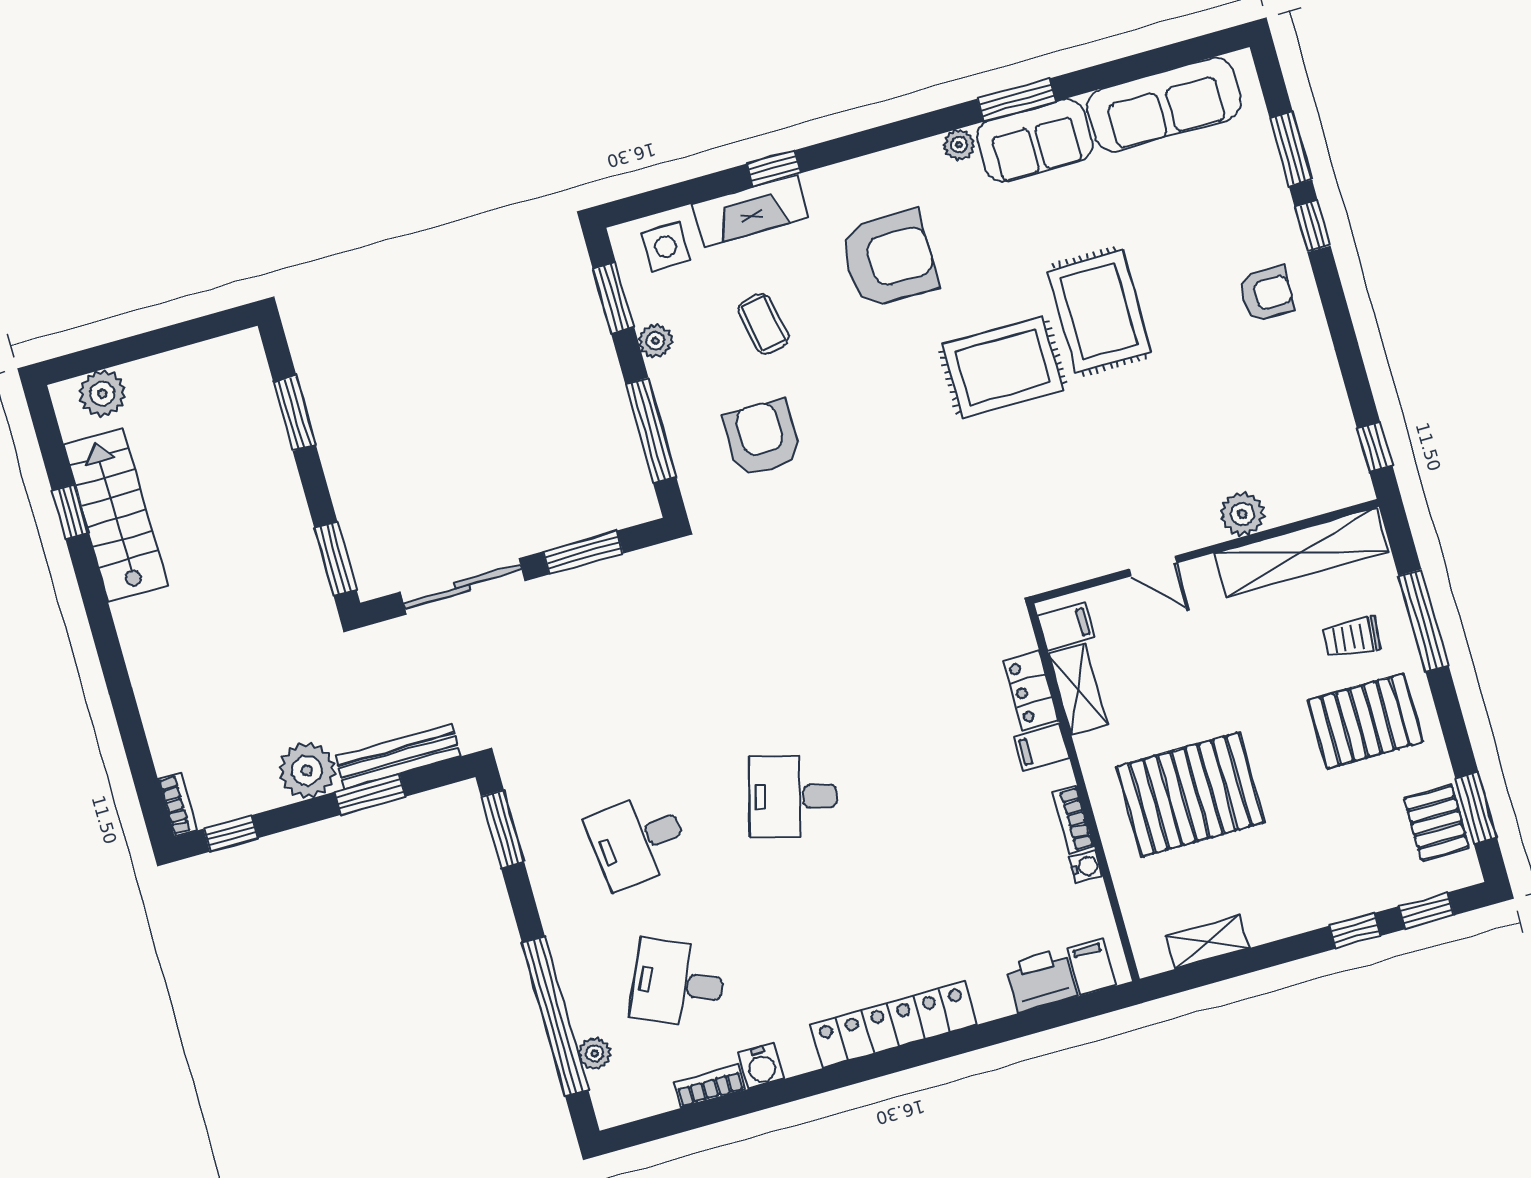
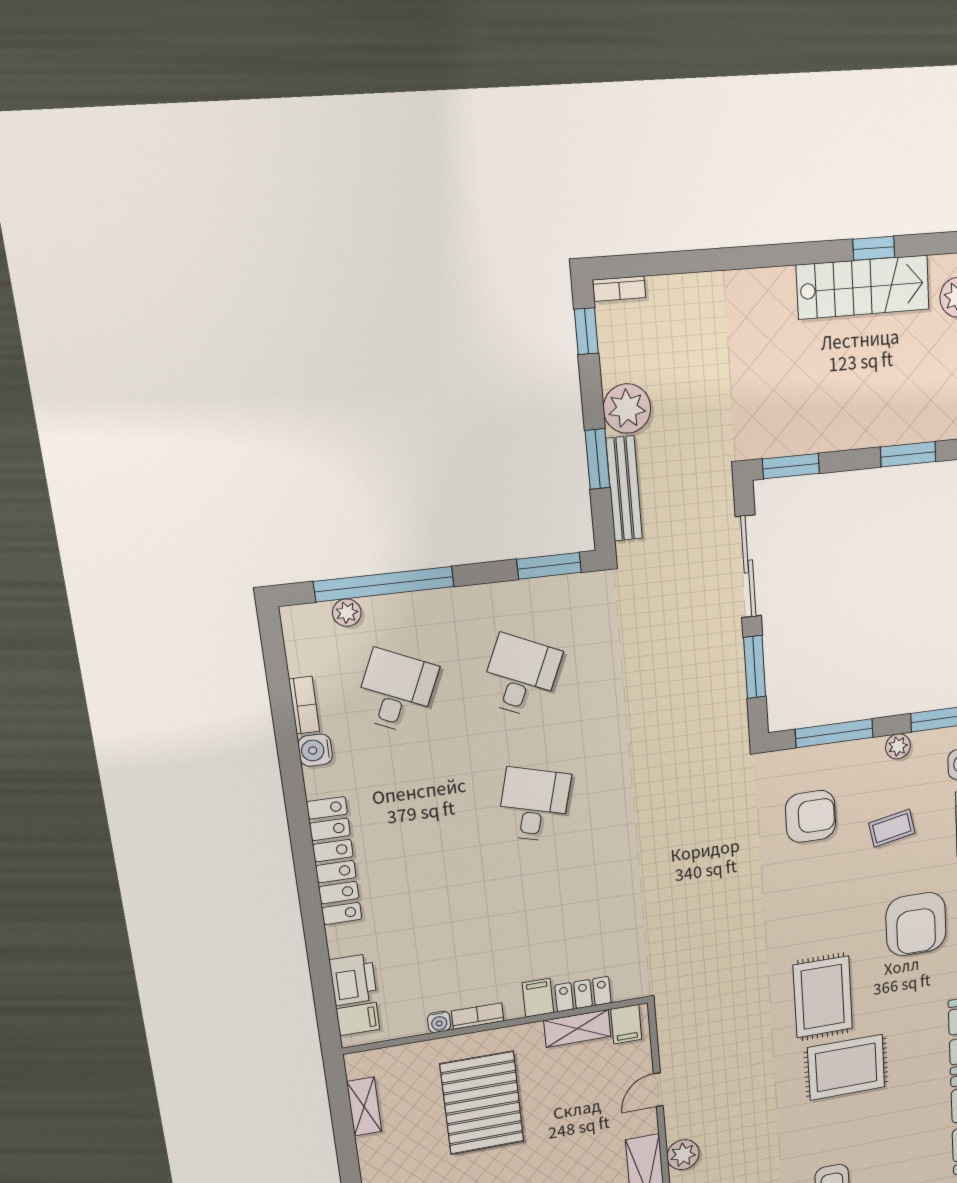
desk: (638, 840) -> (521, 676), turned 30

